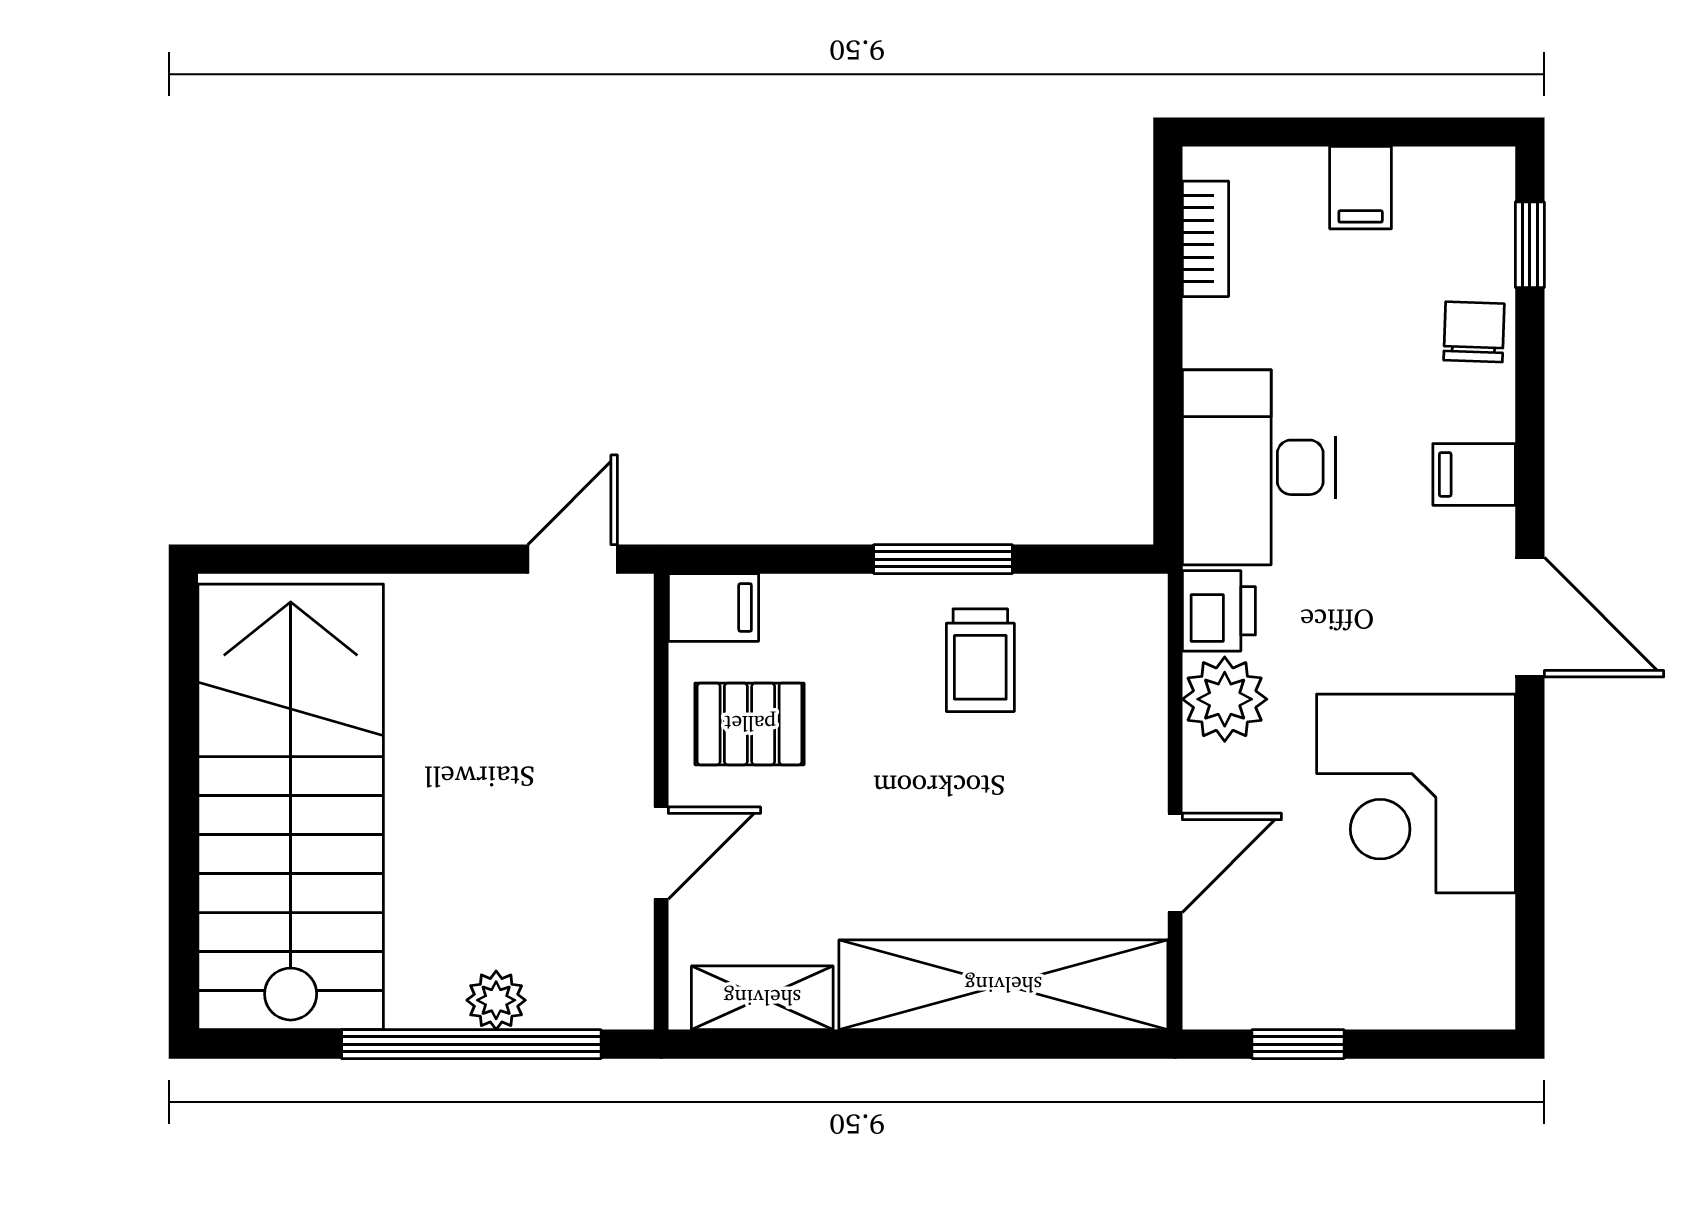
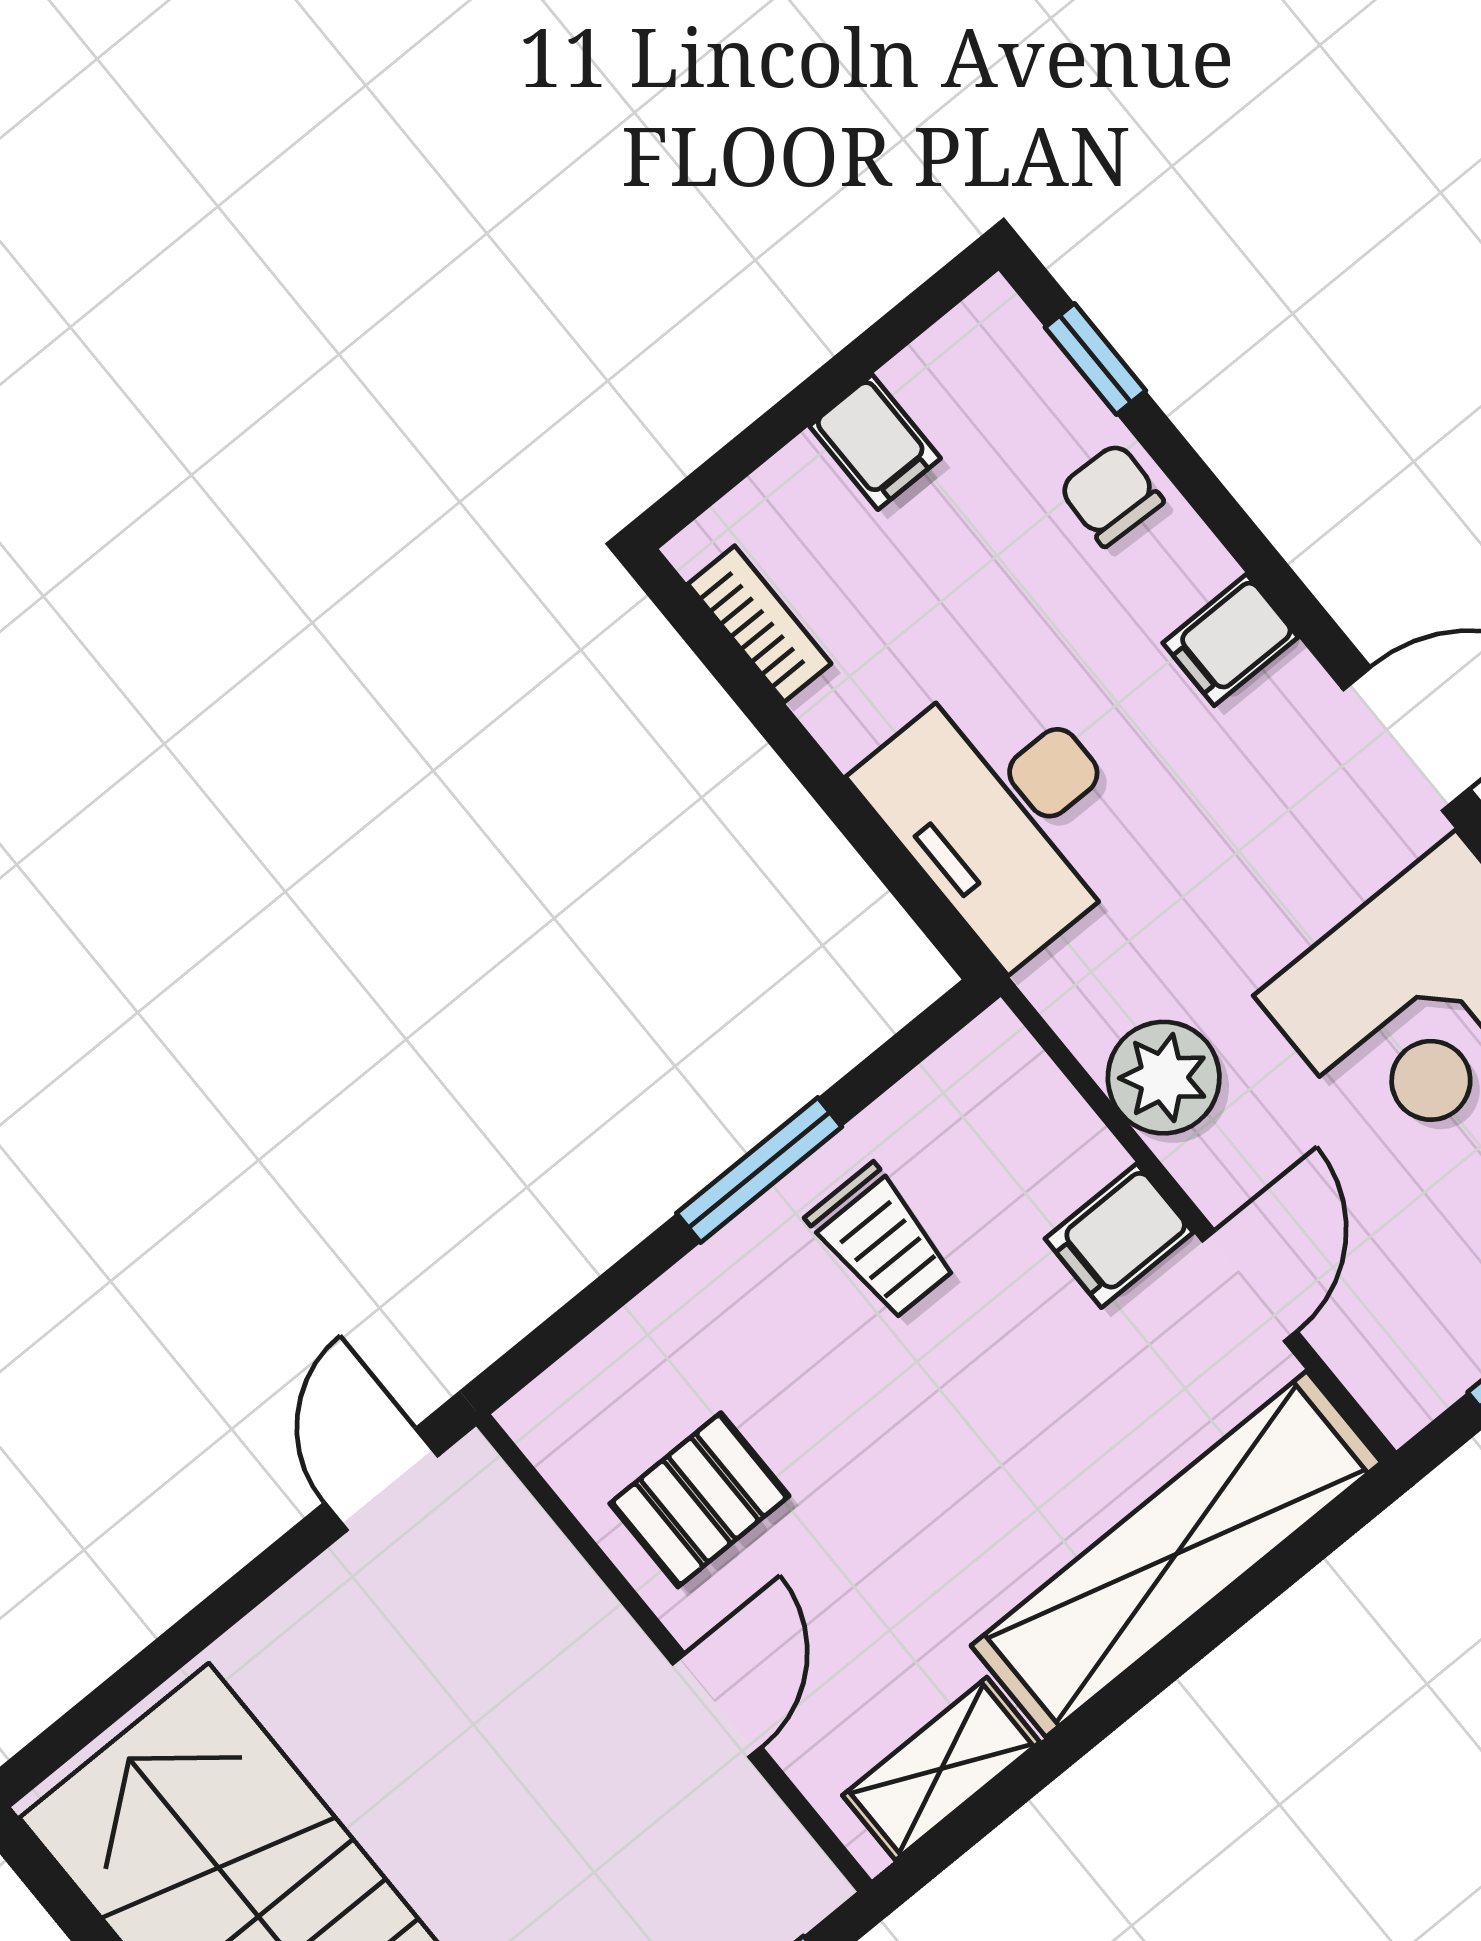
filing cabinet: (713, 607) -> (1119, 1236), moved, turned 180
printer: (1219, 611) -> (1084, 992), removed

